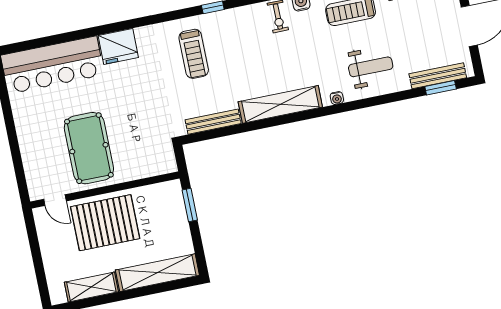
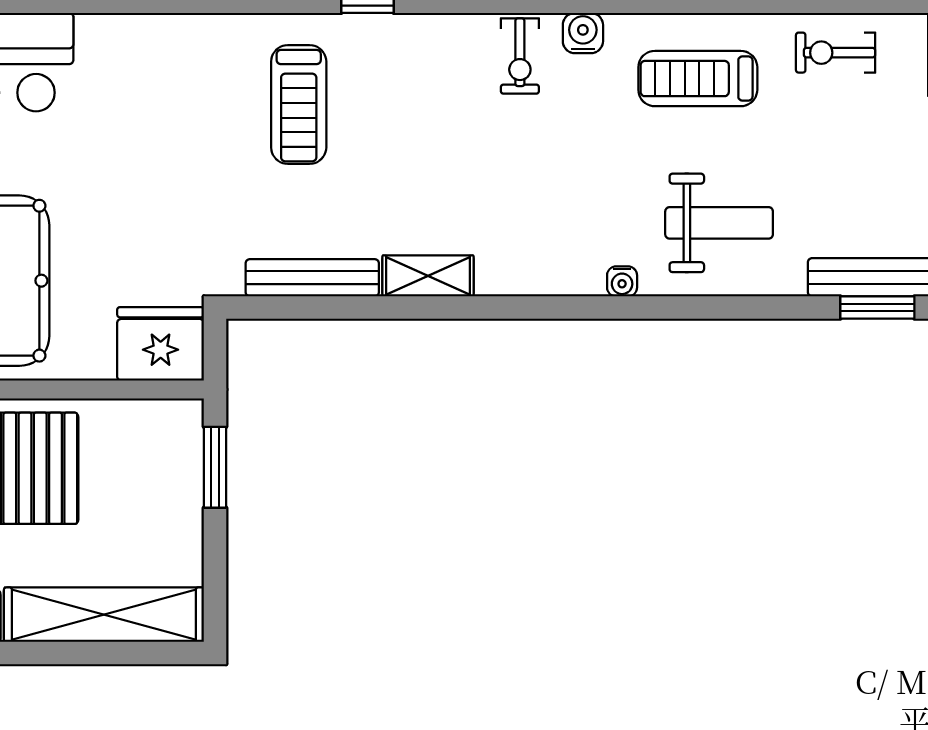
fridge: (118, 46) -> (161, 344), moved, turned 180
shelving: (280, 104) -> (428, 276), width x0.45, depth x0.75

